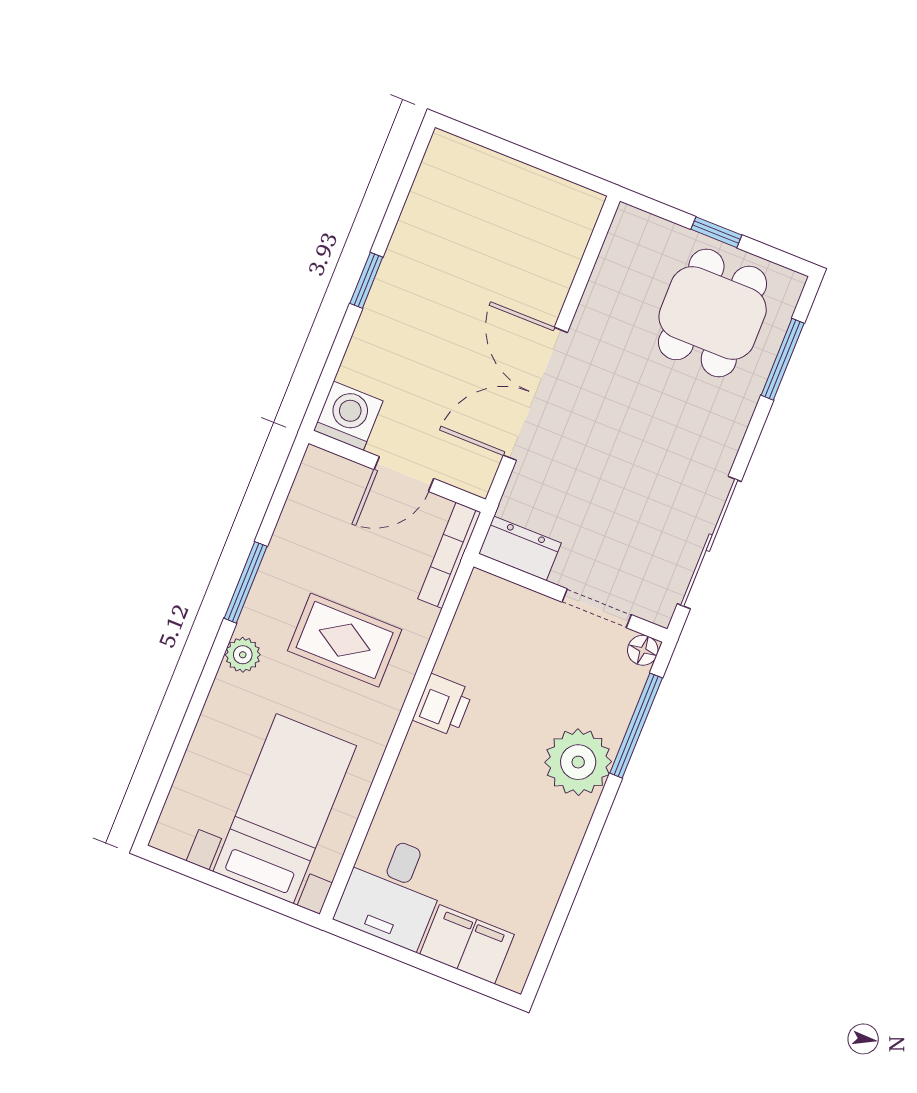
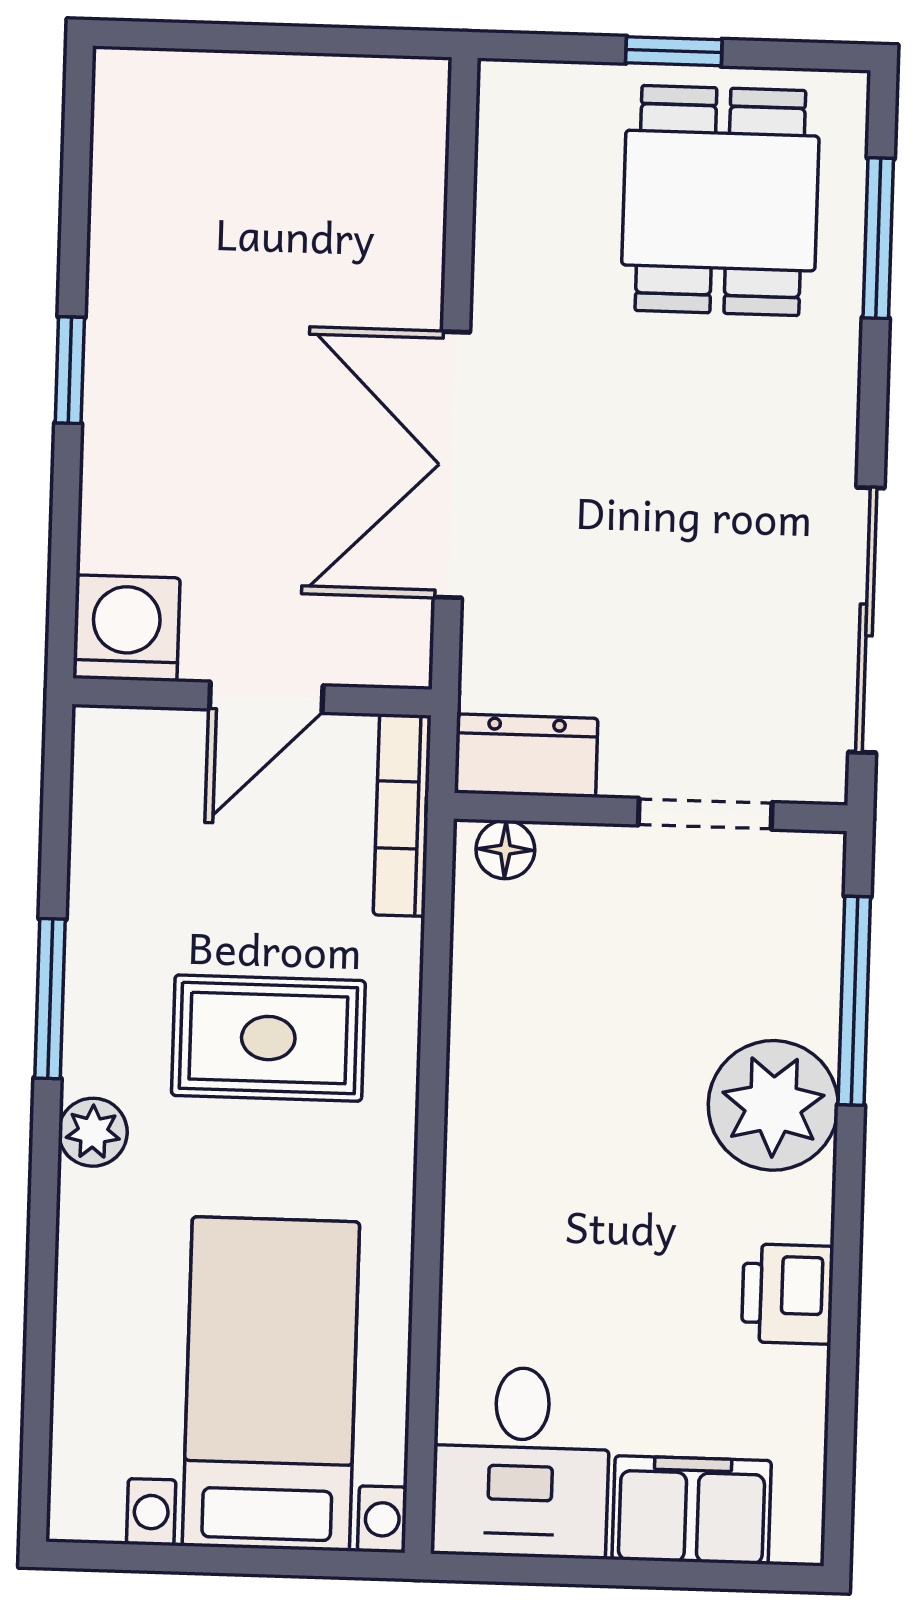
floor lamp: (643, 650) -> (505, 850), moved
printer: (443, 705) -> (788, 1294), moved, turned 180

